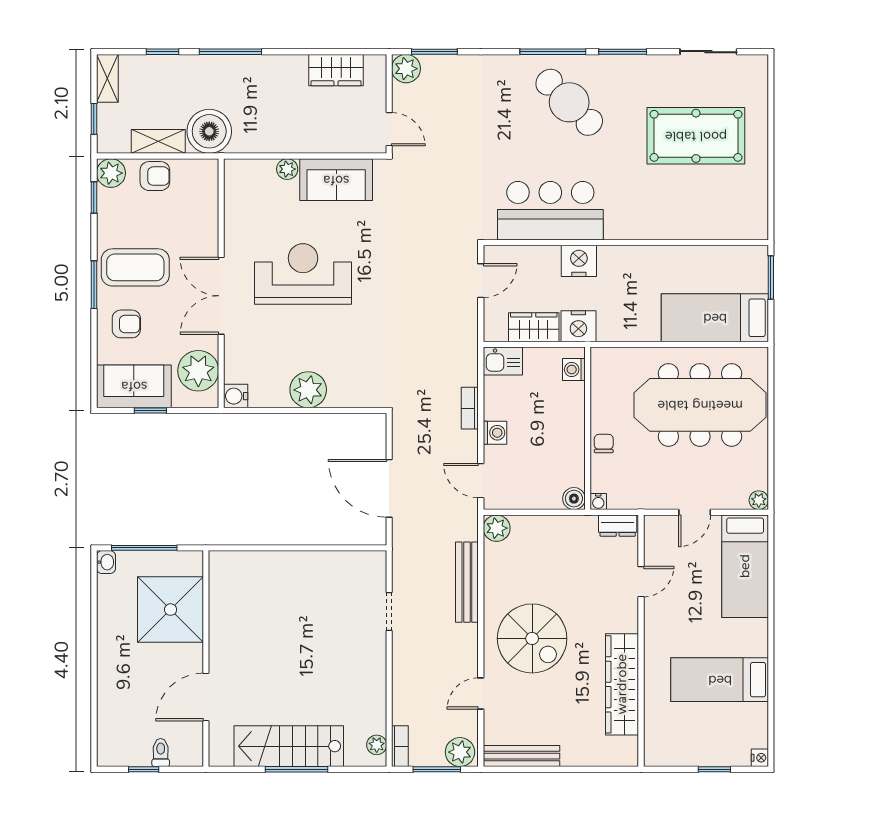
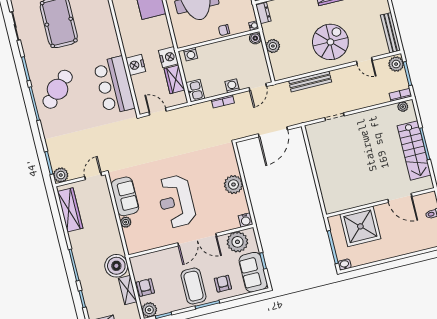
wardrobe: (336, 70) -> (70, 210), width x1.50
plant: (497, 528) -> (273, 46), moved

